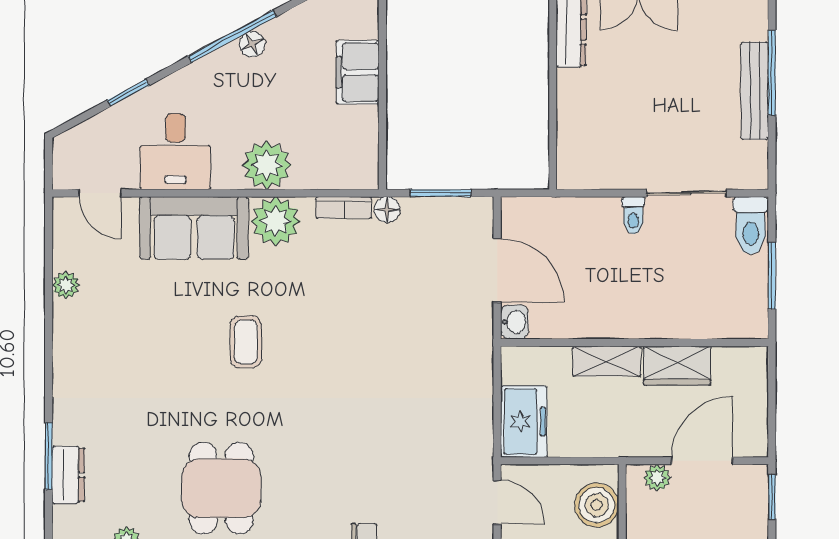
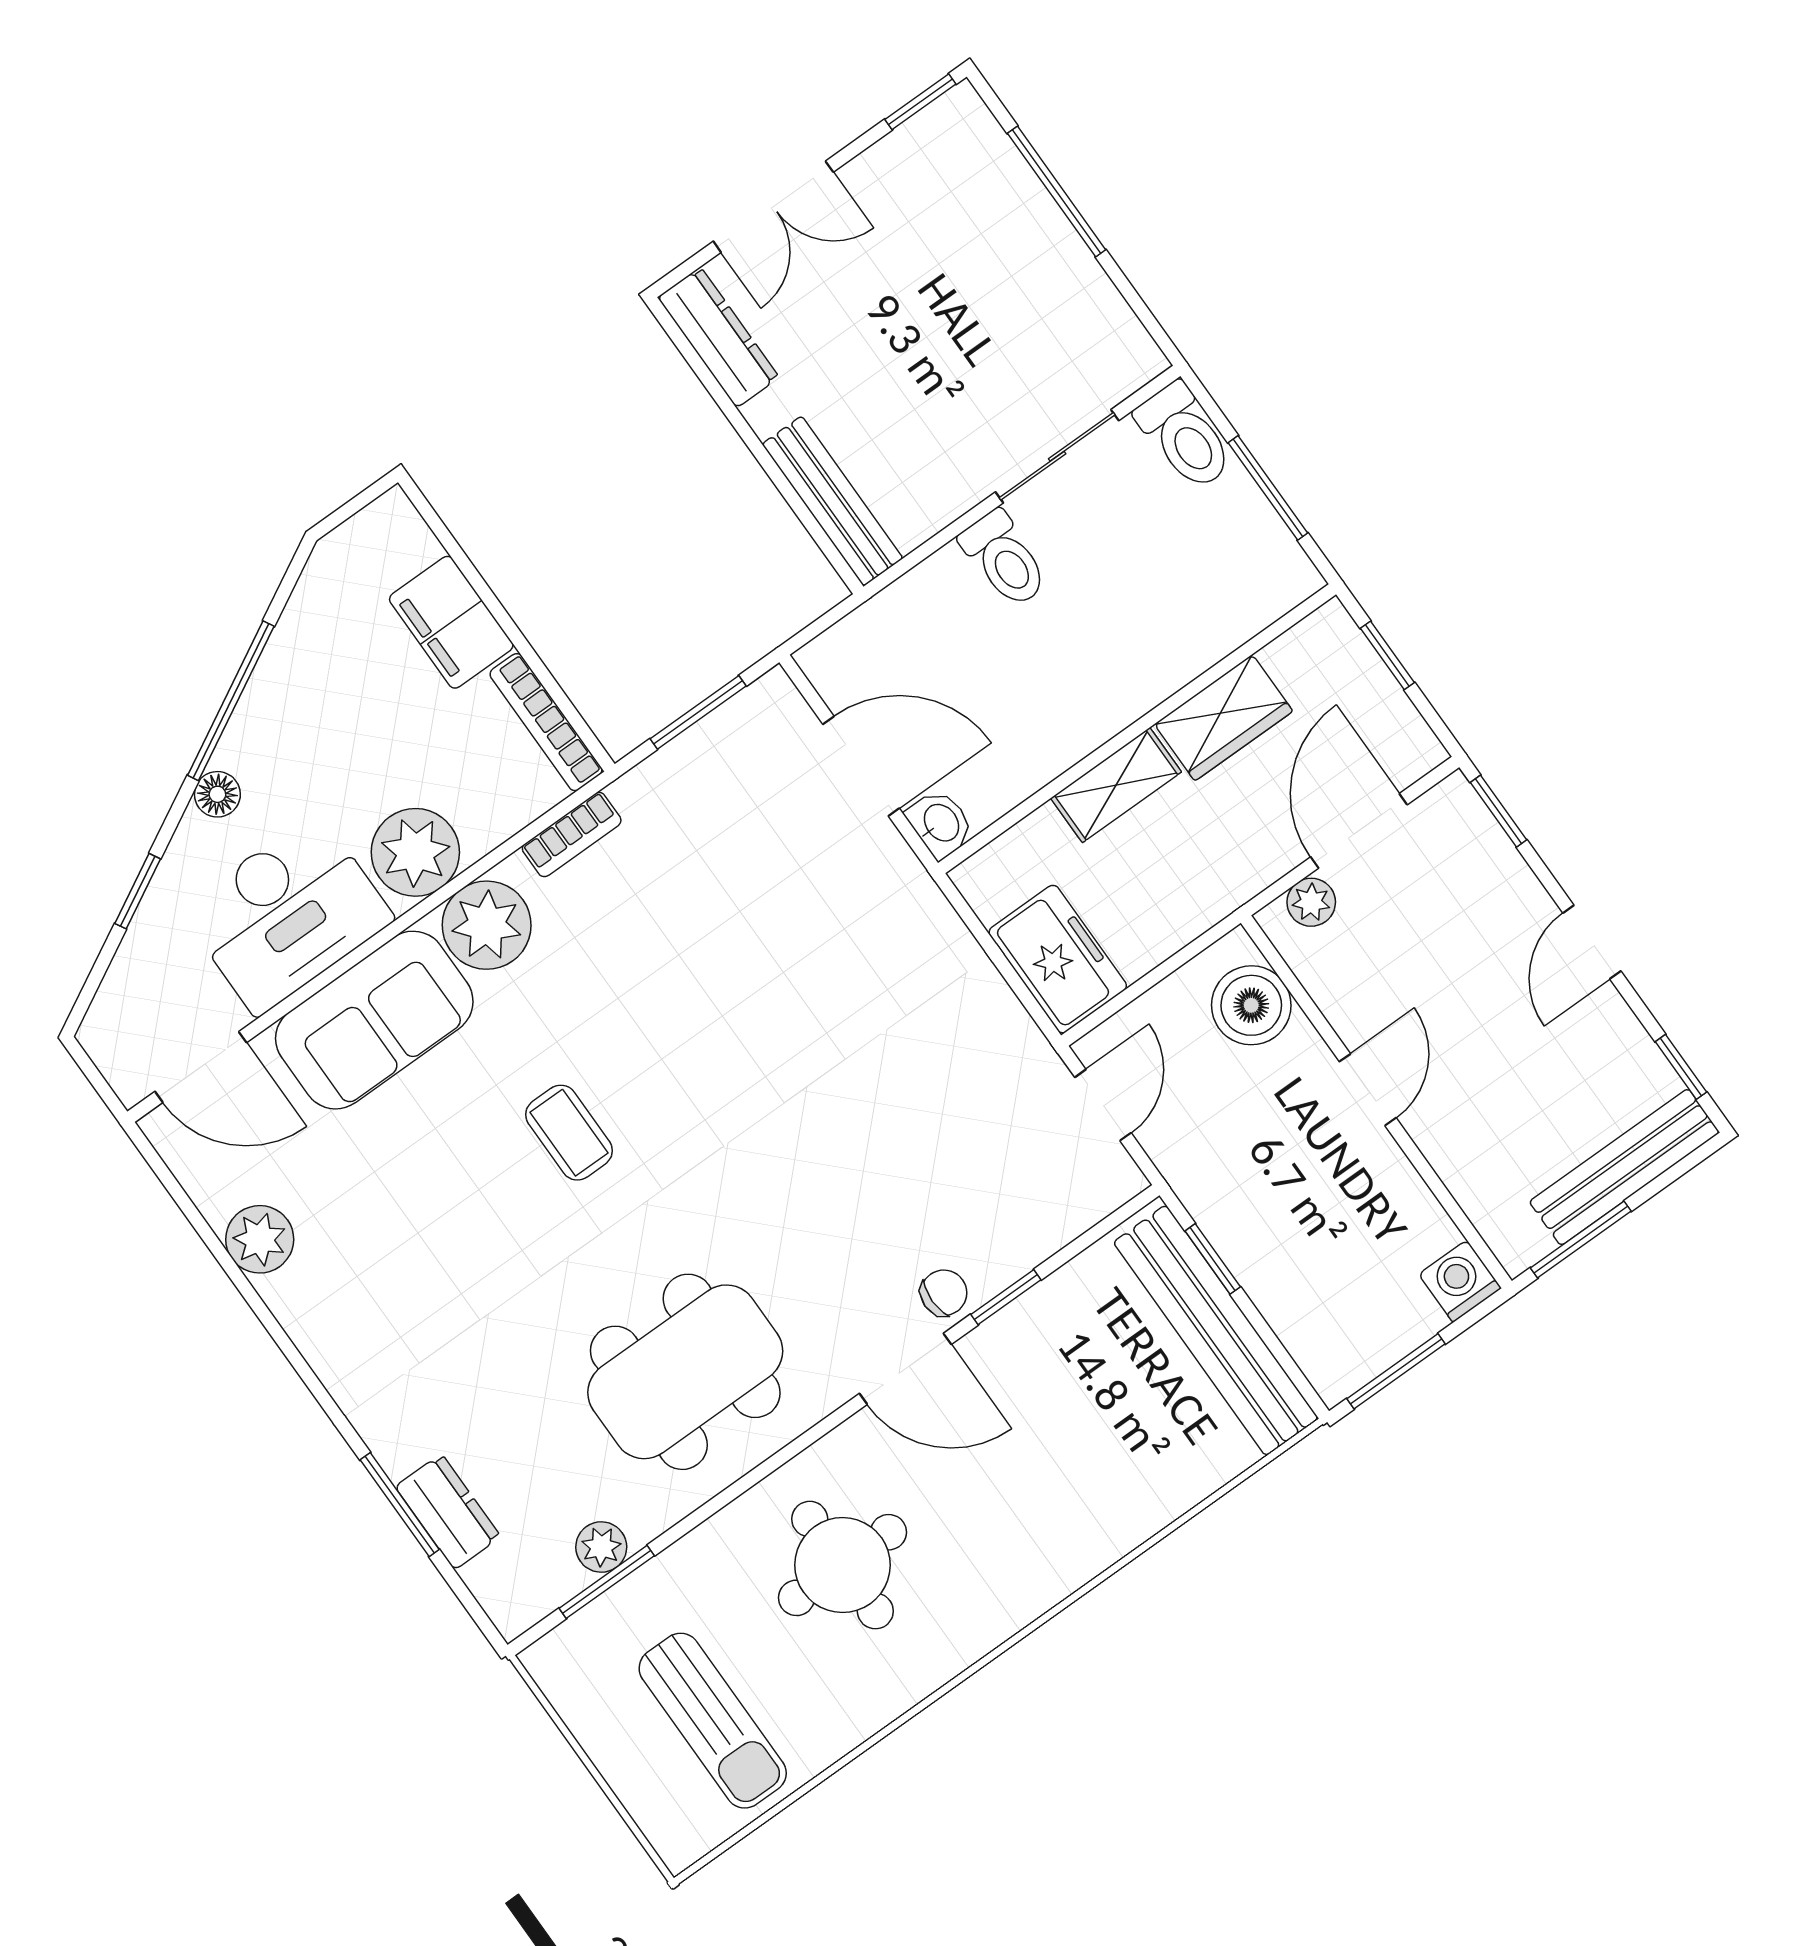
floor lamp: (252, 44) -> (217, 794), moved
bench: (755, 91) -> (833, 501), moved
bookcase: (368, 148) -> (546, 722), added
desk: (175, 151) -> (287, 914), width x1.37
door: (100, 193) -> (201, 1067), width x1.38
floor lamp: (387, 210) -> (637, 792), removed
toilet: (633, 215) -> (1004, 559), width x1.37, depth x1.39
plant: (66, 285) -> (260, 1239), width x1.38, depth x1.38
window: (772, 390) -> (1387, 655), added
dining table: (221, 488) -> (685, 1372), width x1.38
door: (497, 502) -> (1103, 1105), hinge flipped

